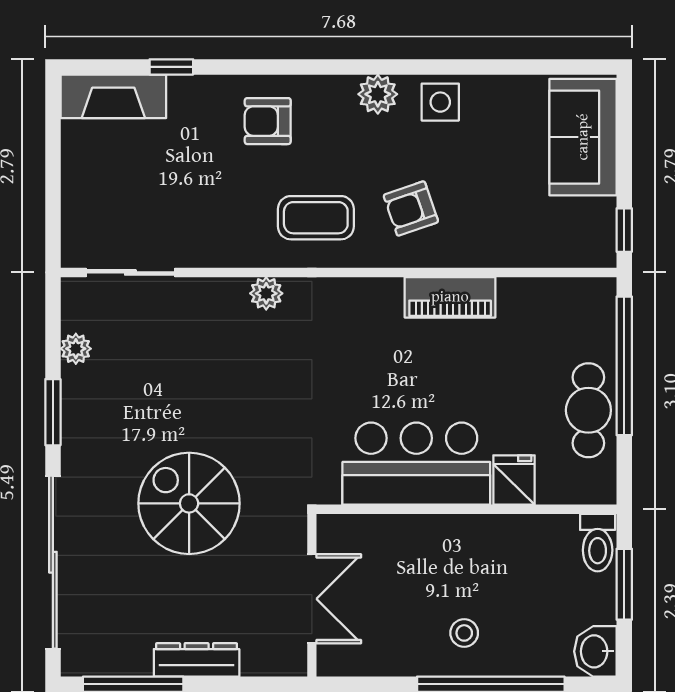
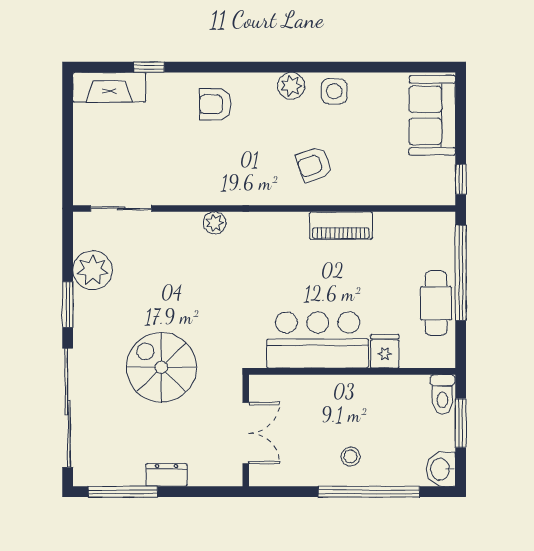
coffee table: (316, 218) -> (249, 171), removed
plant: (76, 349) -> (93, 270), width x1.88, depth x1.88
dresser: (197, 660) -> (166, 475), width x0.70

